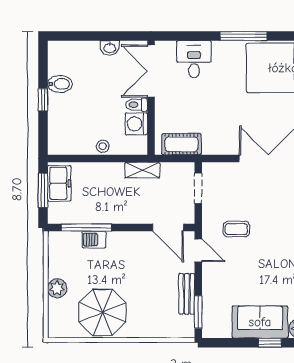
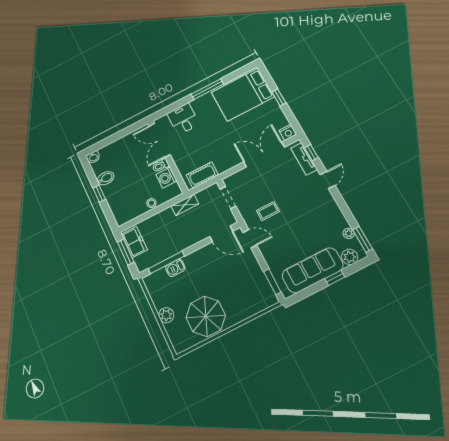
washbasin: (110, 48) -> (93, 157), moved
bench: (187, 294) -> (258, 273), removed
sofa: (260, 322) -> (313, 270), width x1.36

